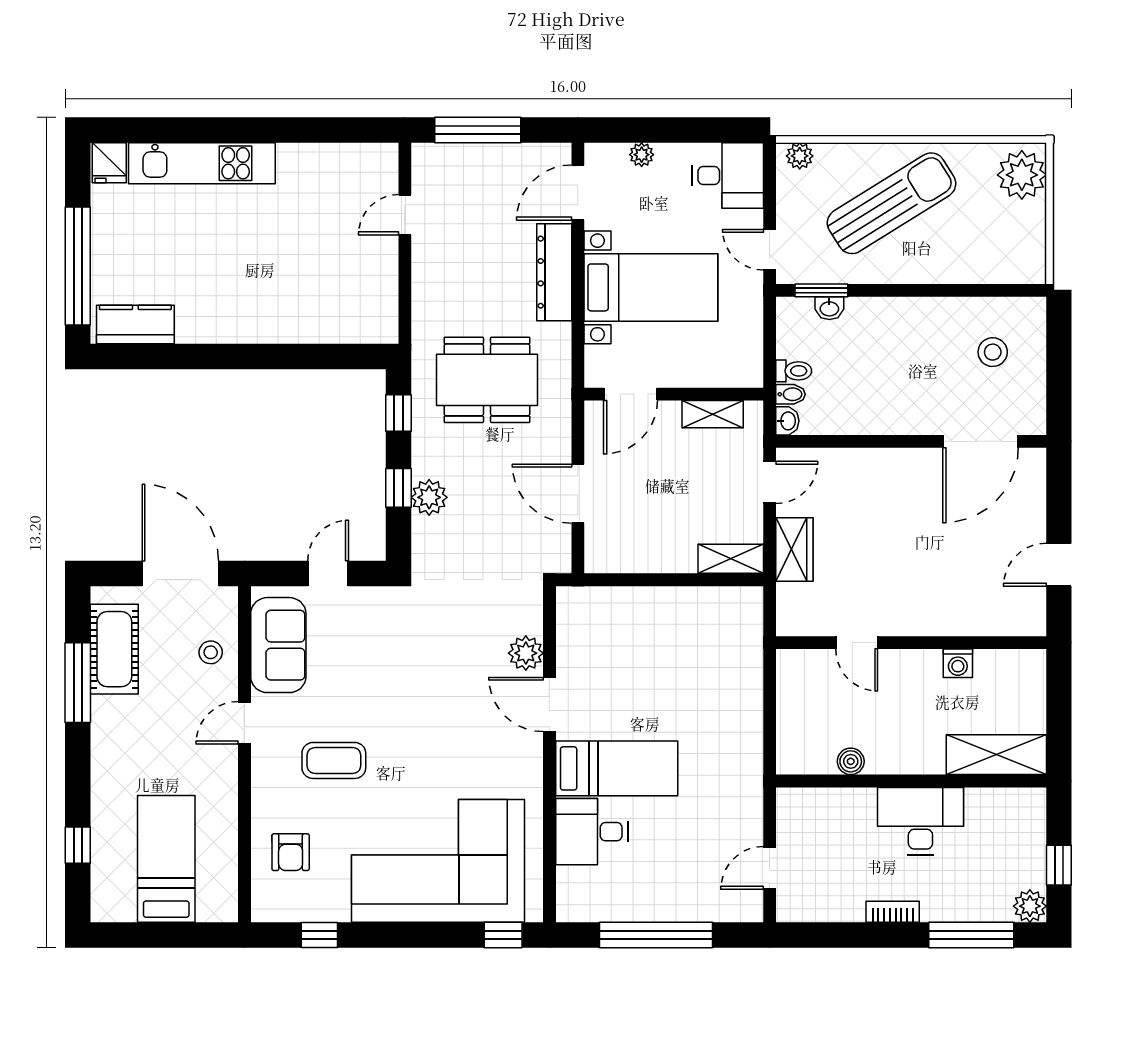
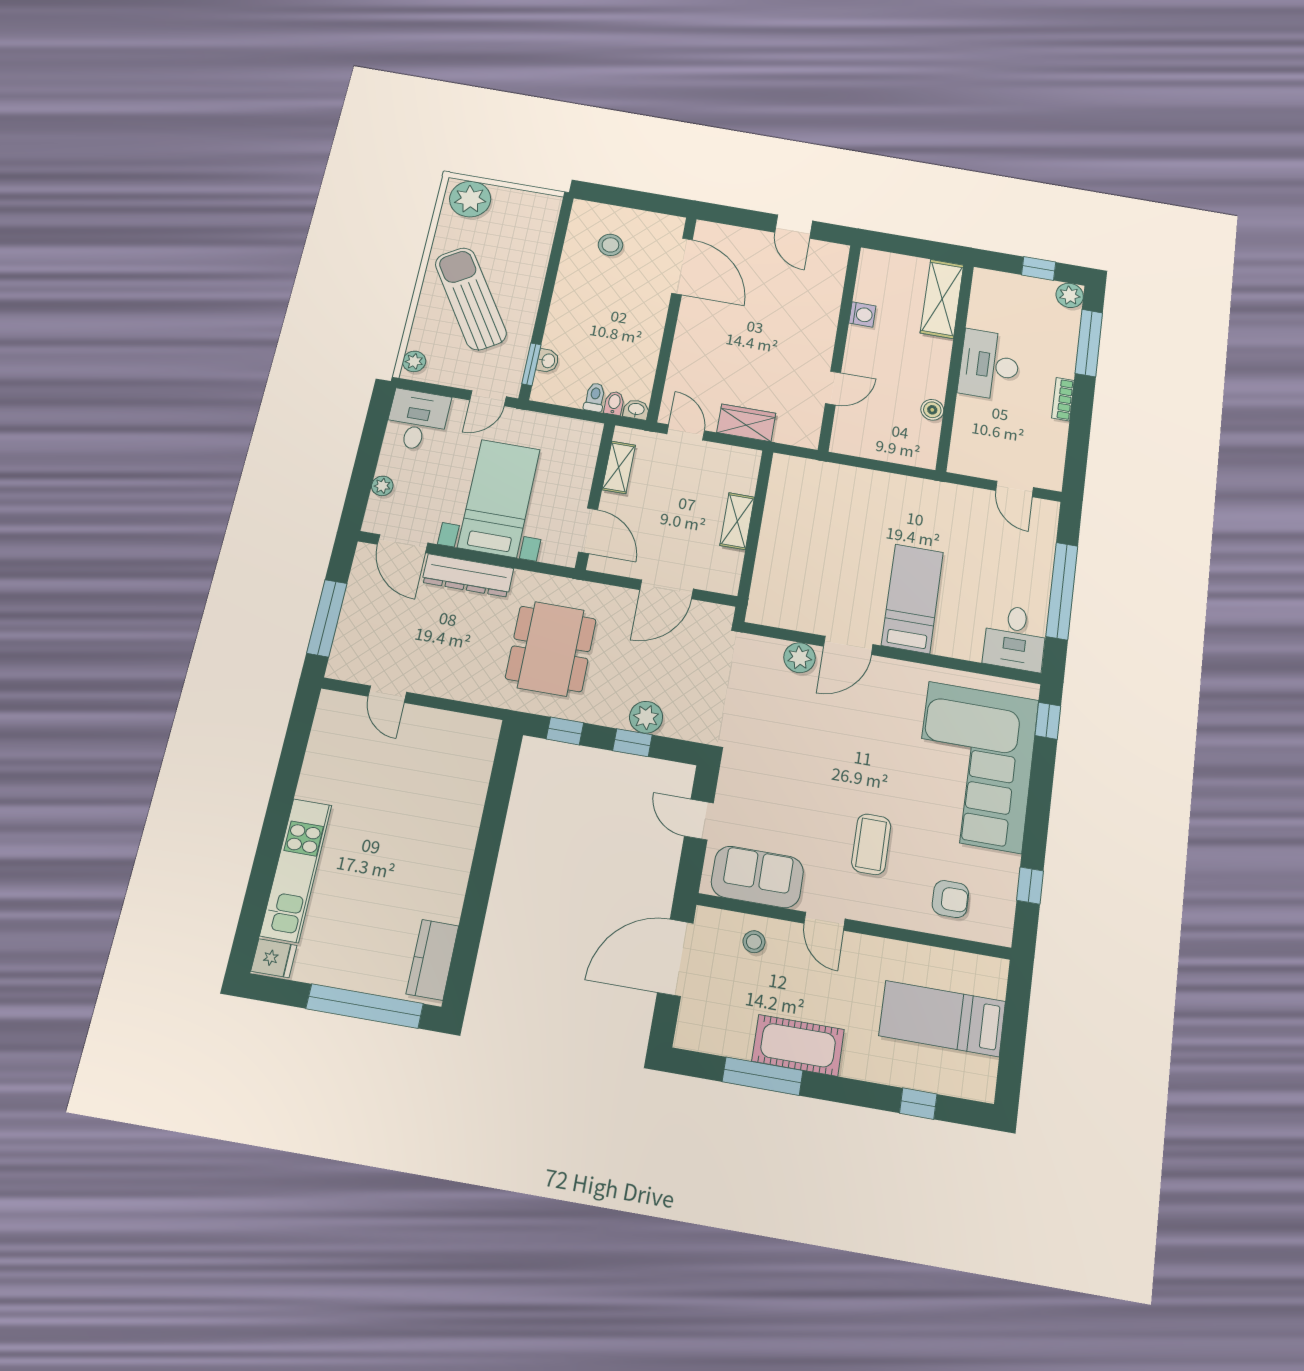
shelving: (731, 559) -> (737, 521), moved
cot: (114, 649) -> (798, 1045), moved
desk: (592, 832) -> (1015, 638), moved

